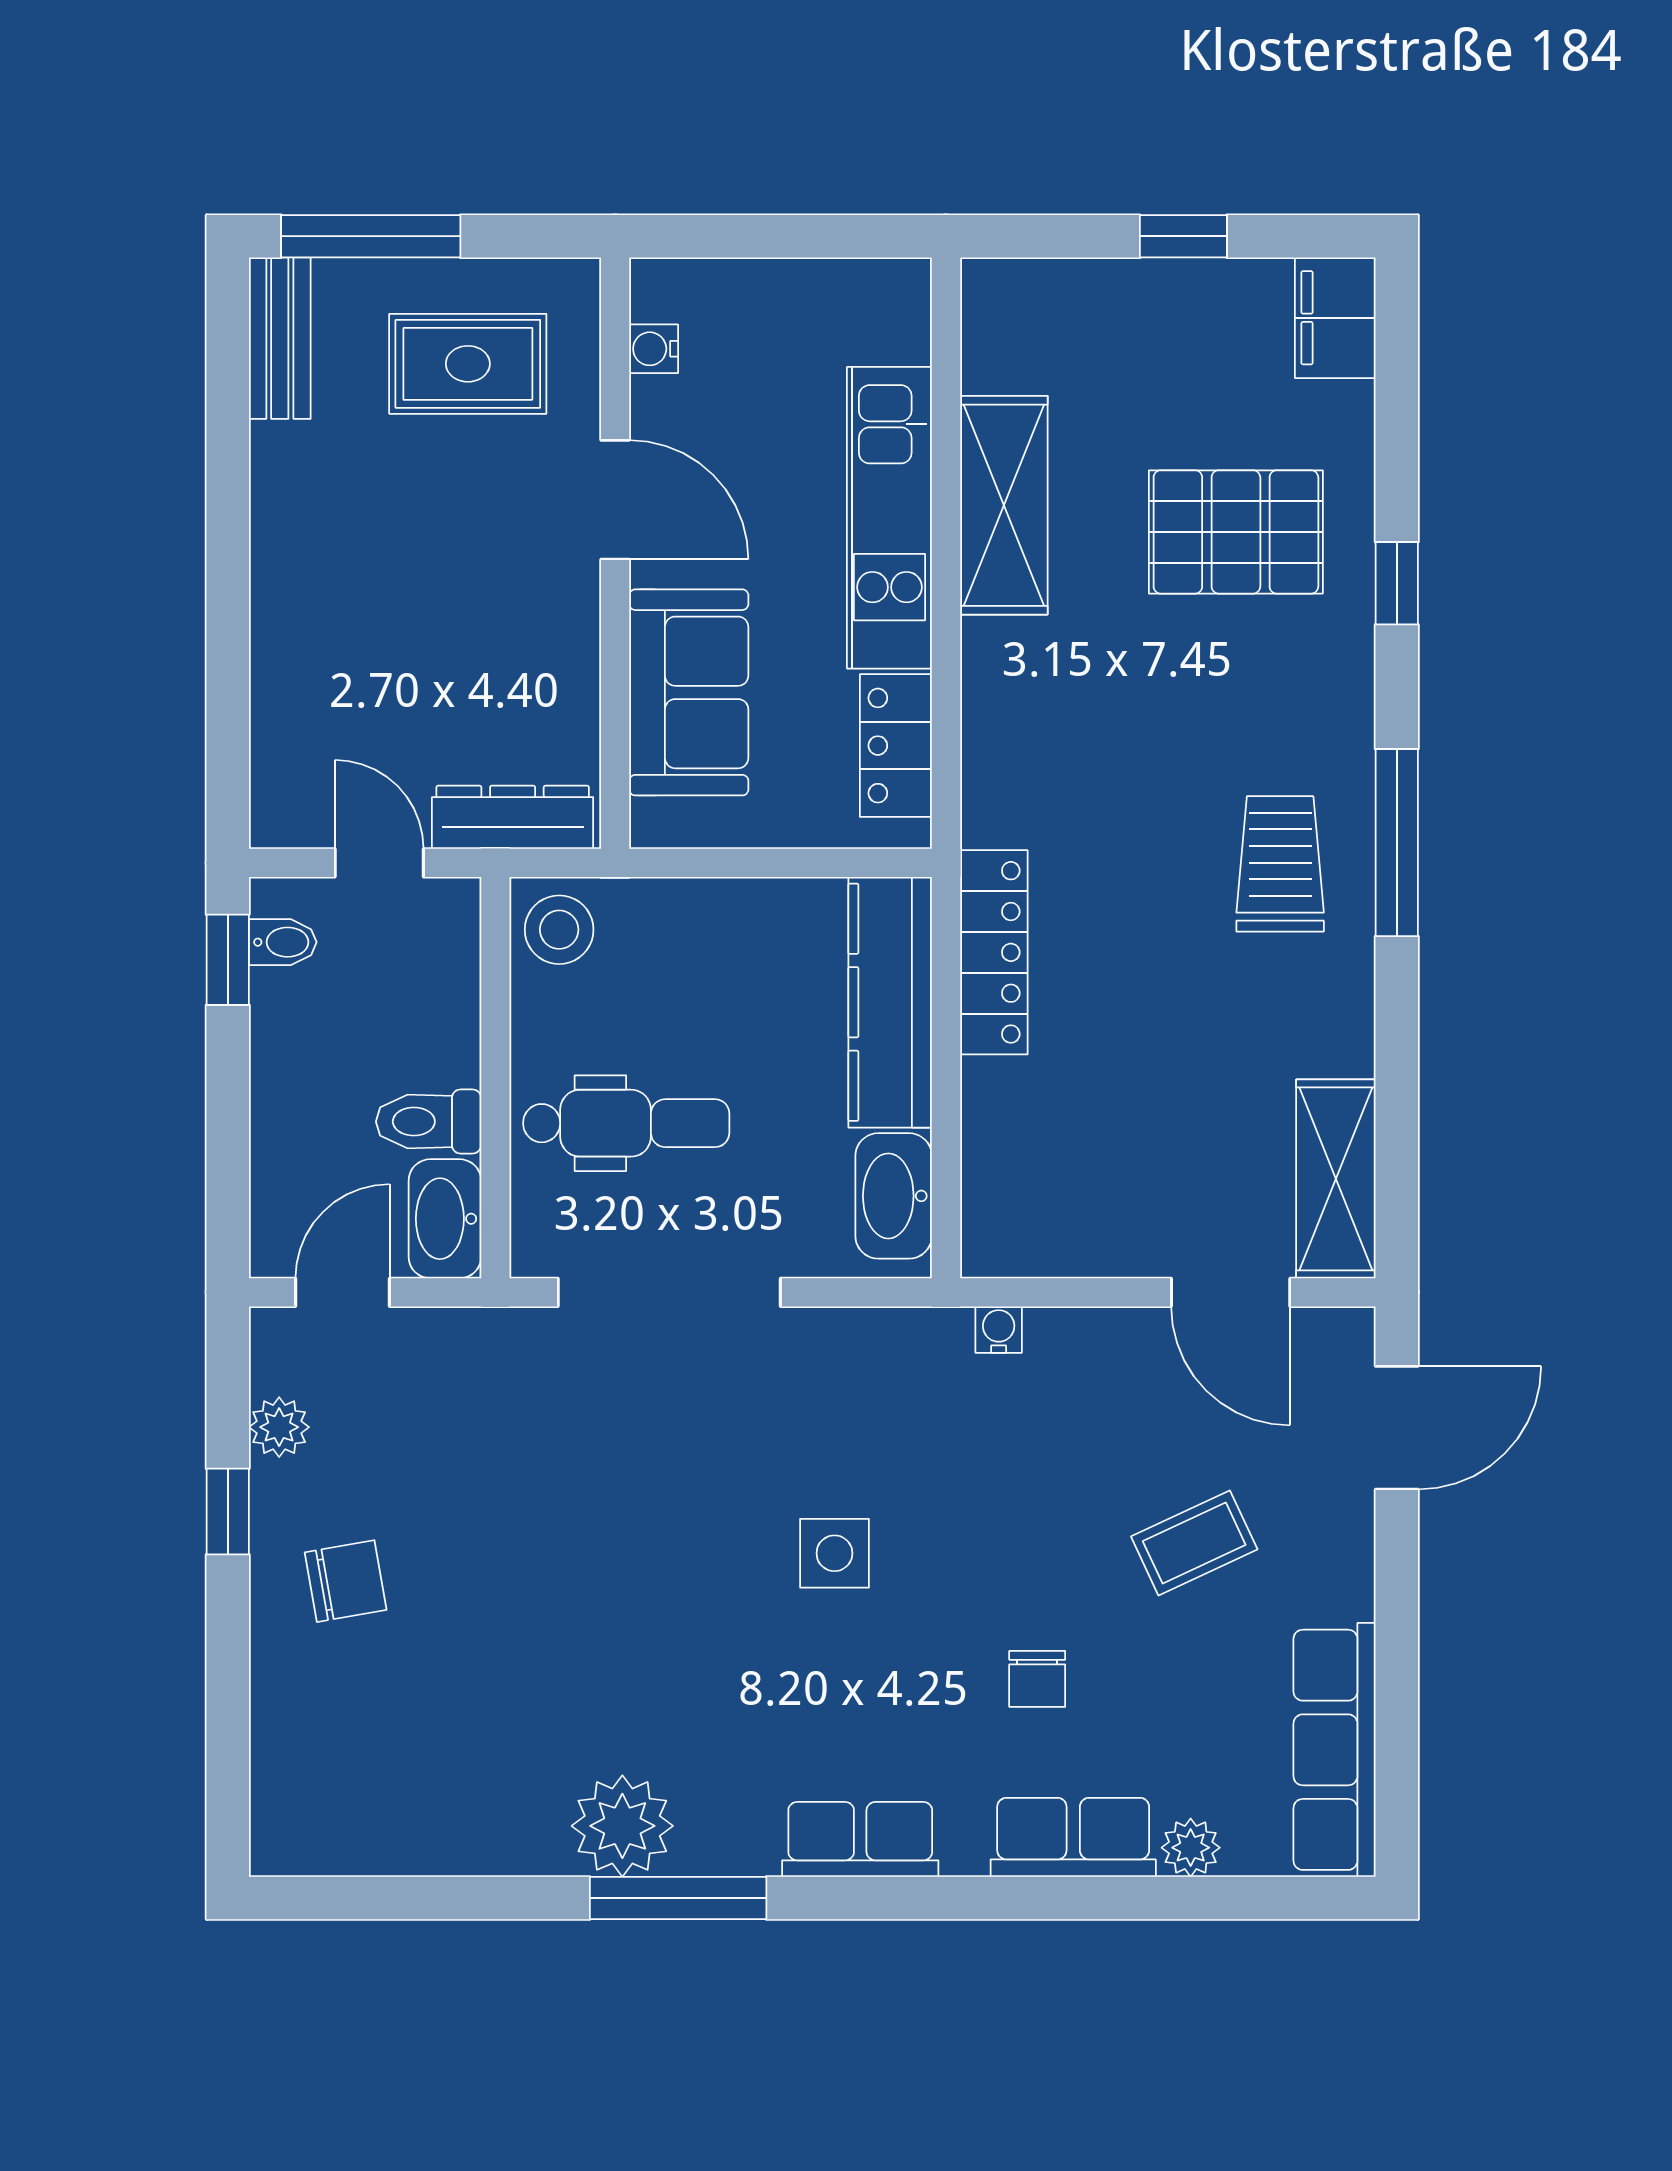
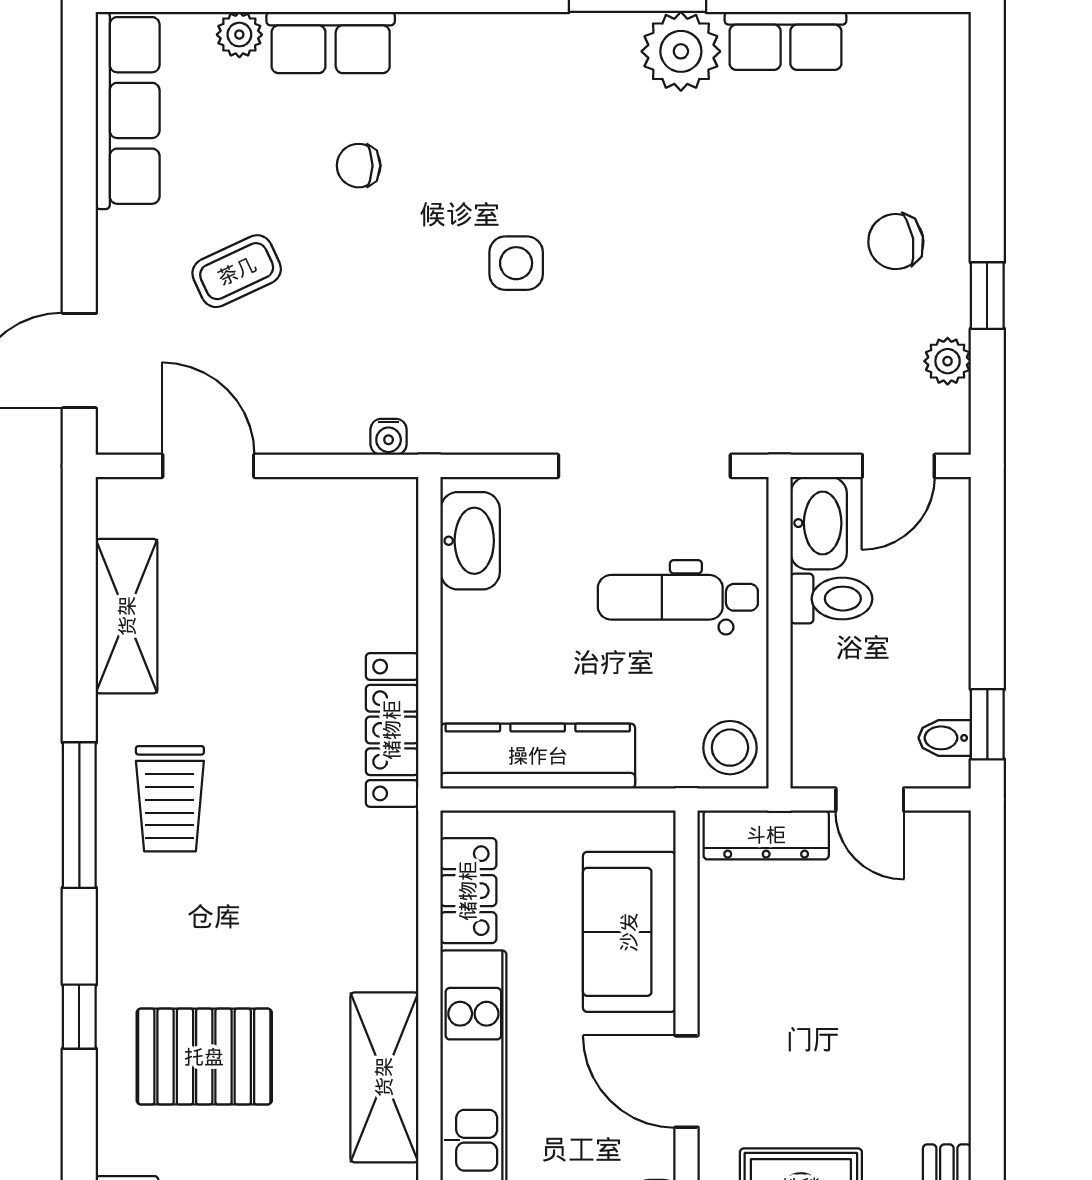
kitchen counter: (890, 1002) -> (538, 756), moved, turned -90
shelving: (1336, 1179) -> (127, 616), moved
chair: (1037, 1679) -> (359, 166), turned -90
row of seats: (860, 1839) -> (786, 41), moved

